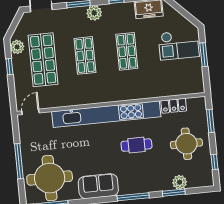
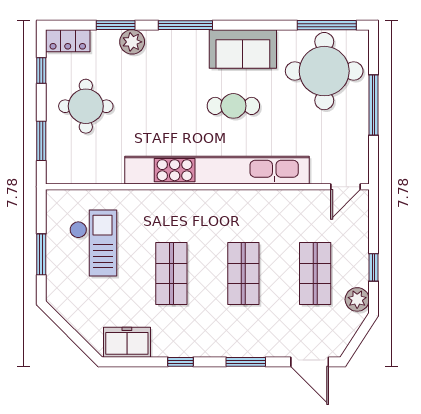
plant: (94, 13) -> (220, 344), removed
checkout: (179, 45) -> (93, 243), moved, turned 90
shop shelf: (43, 60) -> (315, 273), width x0.70, depth x0.74
locker: (174, 106) -> (68, 41), moved, turned 180
cafe table: (136, 145) -> (233, 106), moved
plant: (180, 182) -> (132, 42), moved

